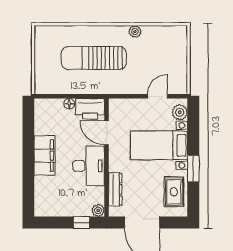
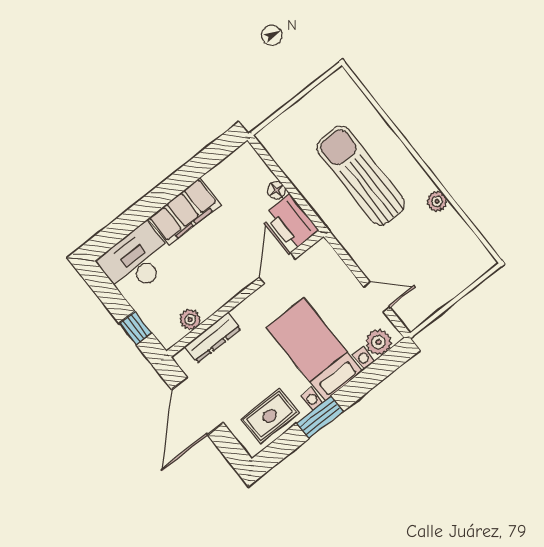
desk: (89, 166) -> (136, 261), moved, turned 180
plant: (98, 210) -> (190, 320), moved

